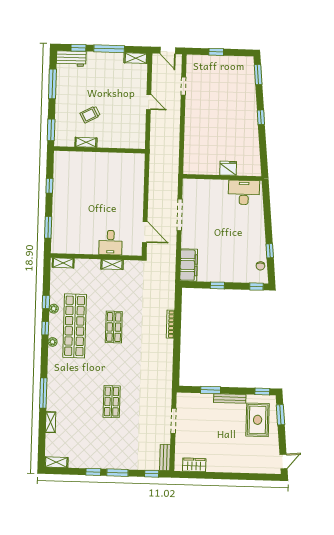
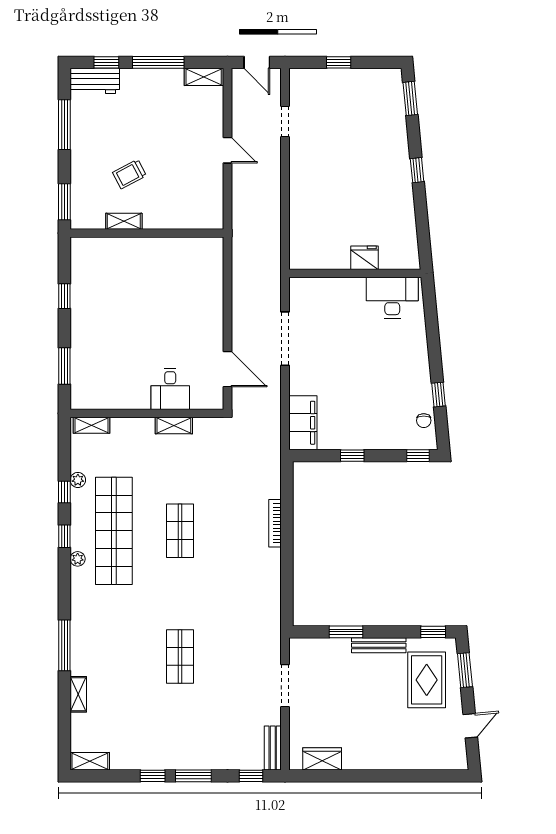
plant: (54, 309) -> (78, 480), moved
door: (284, 461) -> (470, 726), moved

